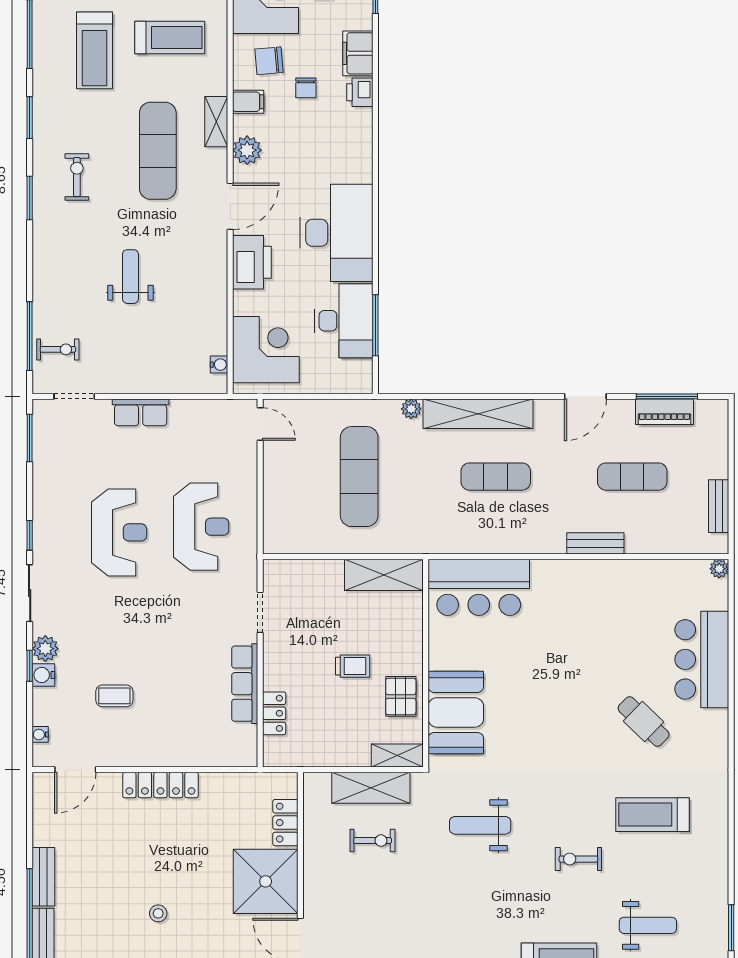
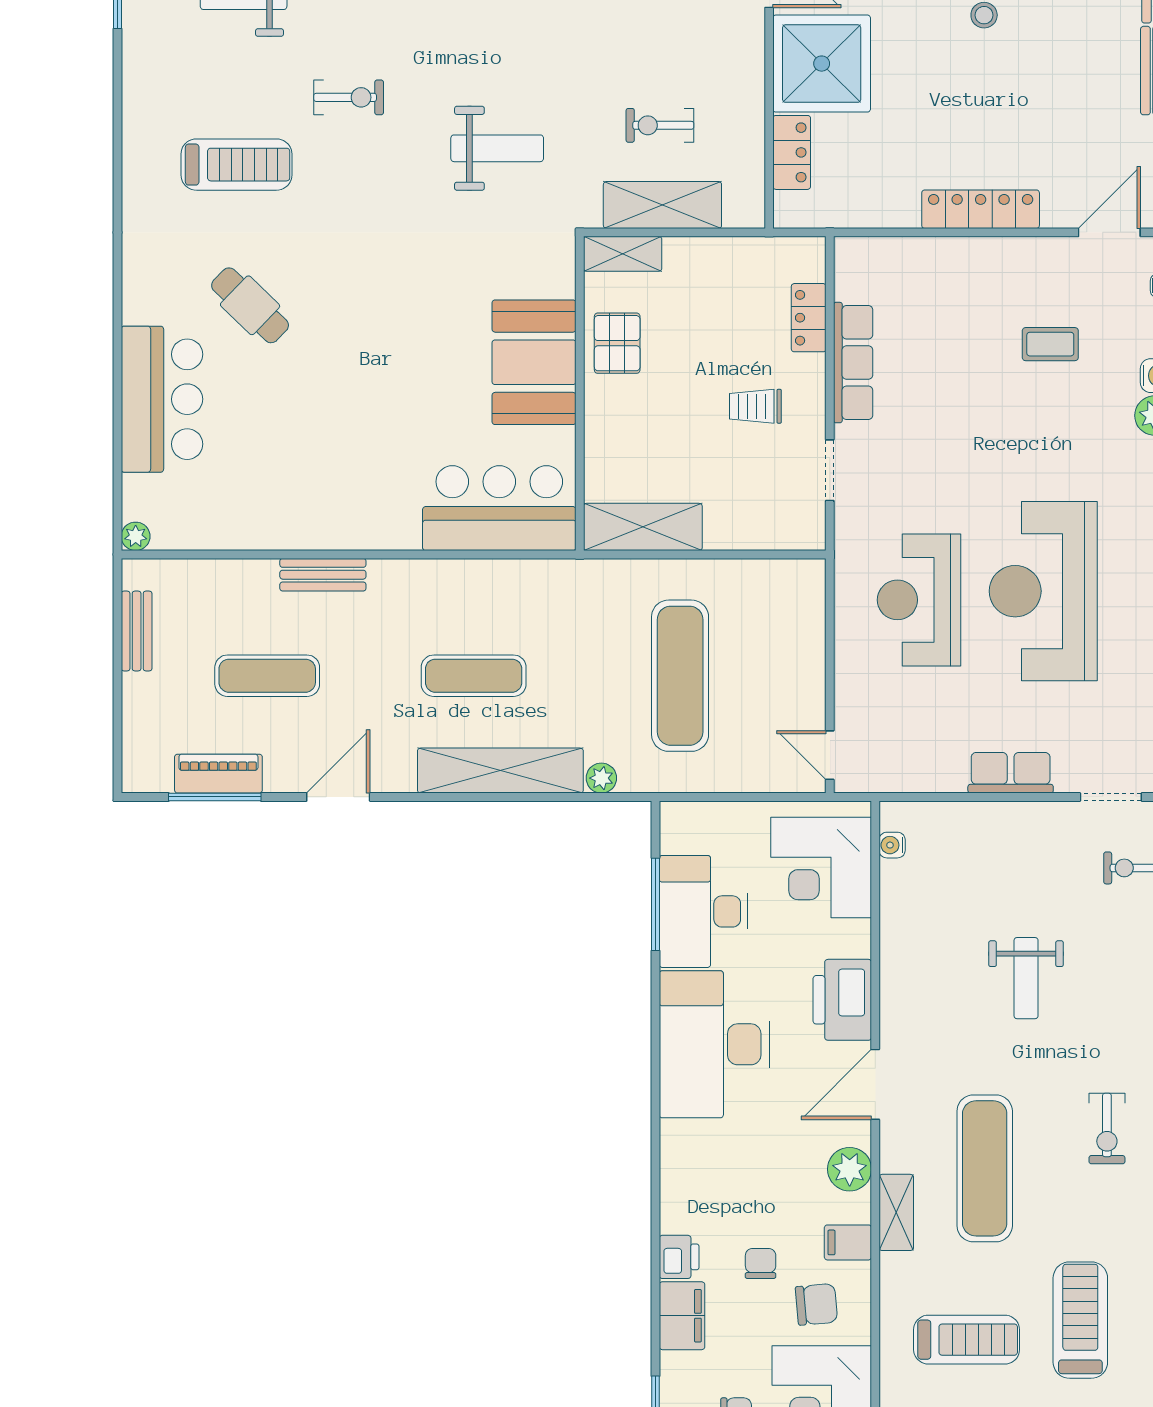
treadmill: (170, 38) -> (967, 1340), turned 180
reception desk: (119, 532) -> (1043, 591), width x1.36, depth x1.30
trolley: (353, 666) -> (755, 406), moved
booth: (456, 712) -> (534, 362), moved

